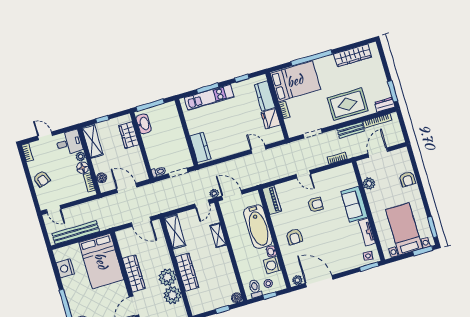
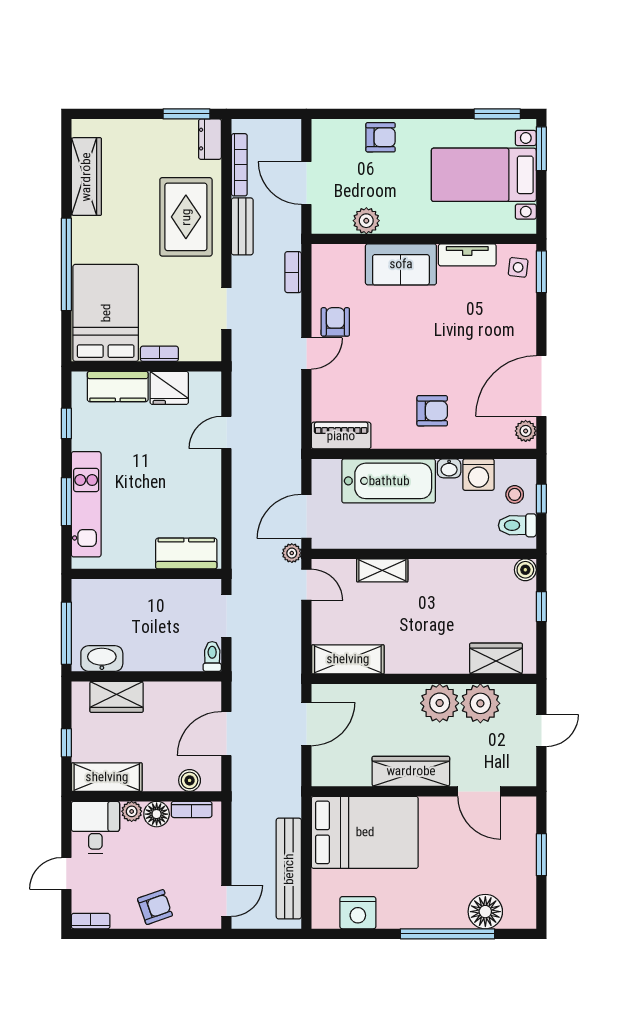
armchair: (316, 205) -> (335, 322), moved
wardrobe: (187, 272) -> (496, 658), moved, width x0.67

